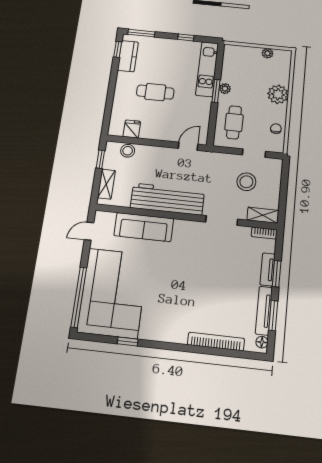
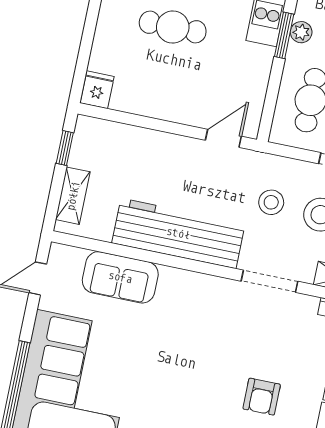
fridge: (132, 129) -> (97, 90), moved
stool: (128, 151) -> (271, 202), moved
sofa: (144, 227) -> (120, 277), width x0.73
armchair: (224, 286) -> (262, 397), added

